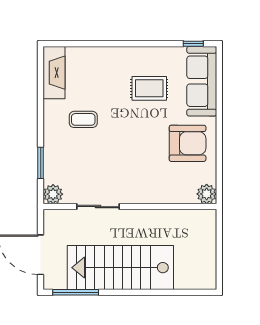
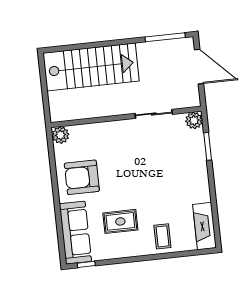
coffee table: (83, 119) -> (162, 236), moved, turned 90
stairs: (120, 268) -> (91, 67), moved

